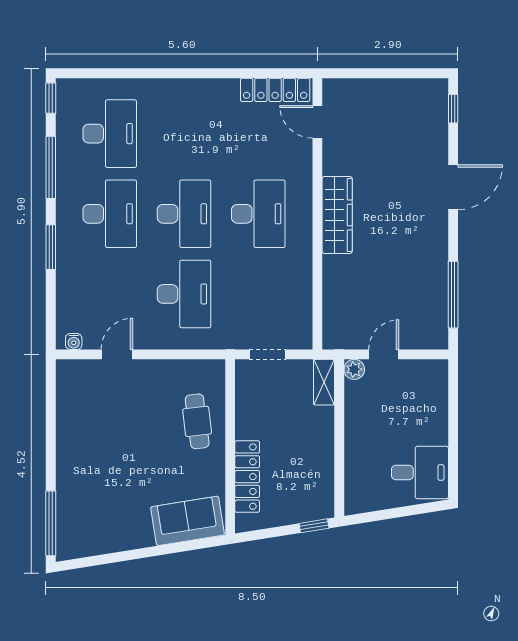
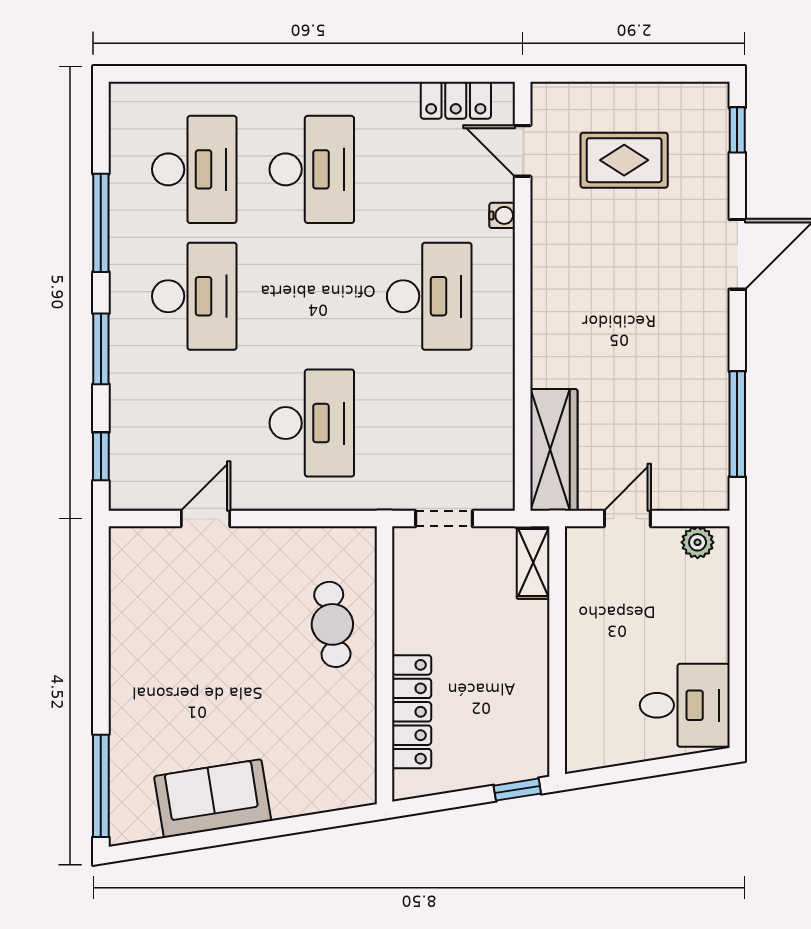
locker: (275, 90) -> (456, 100), width x0.66
window: (51, 98) -> (101, 456), moved
rug: (382, 128) -> (624, 160), added
desk: (184, 214) -> (312, 169), moved
wardrobe: (337, 215) -> (554, 450), moved
water cooler: (74, 341) -> (502, 215), moved, turned -90
plant: (354, 369) -> (698, 542), moved
sofa: (188, 521) -> (213, 799), moved

